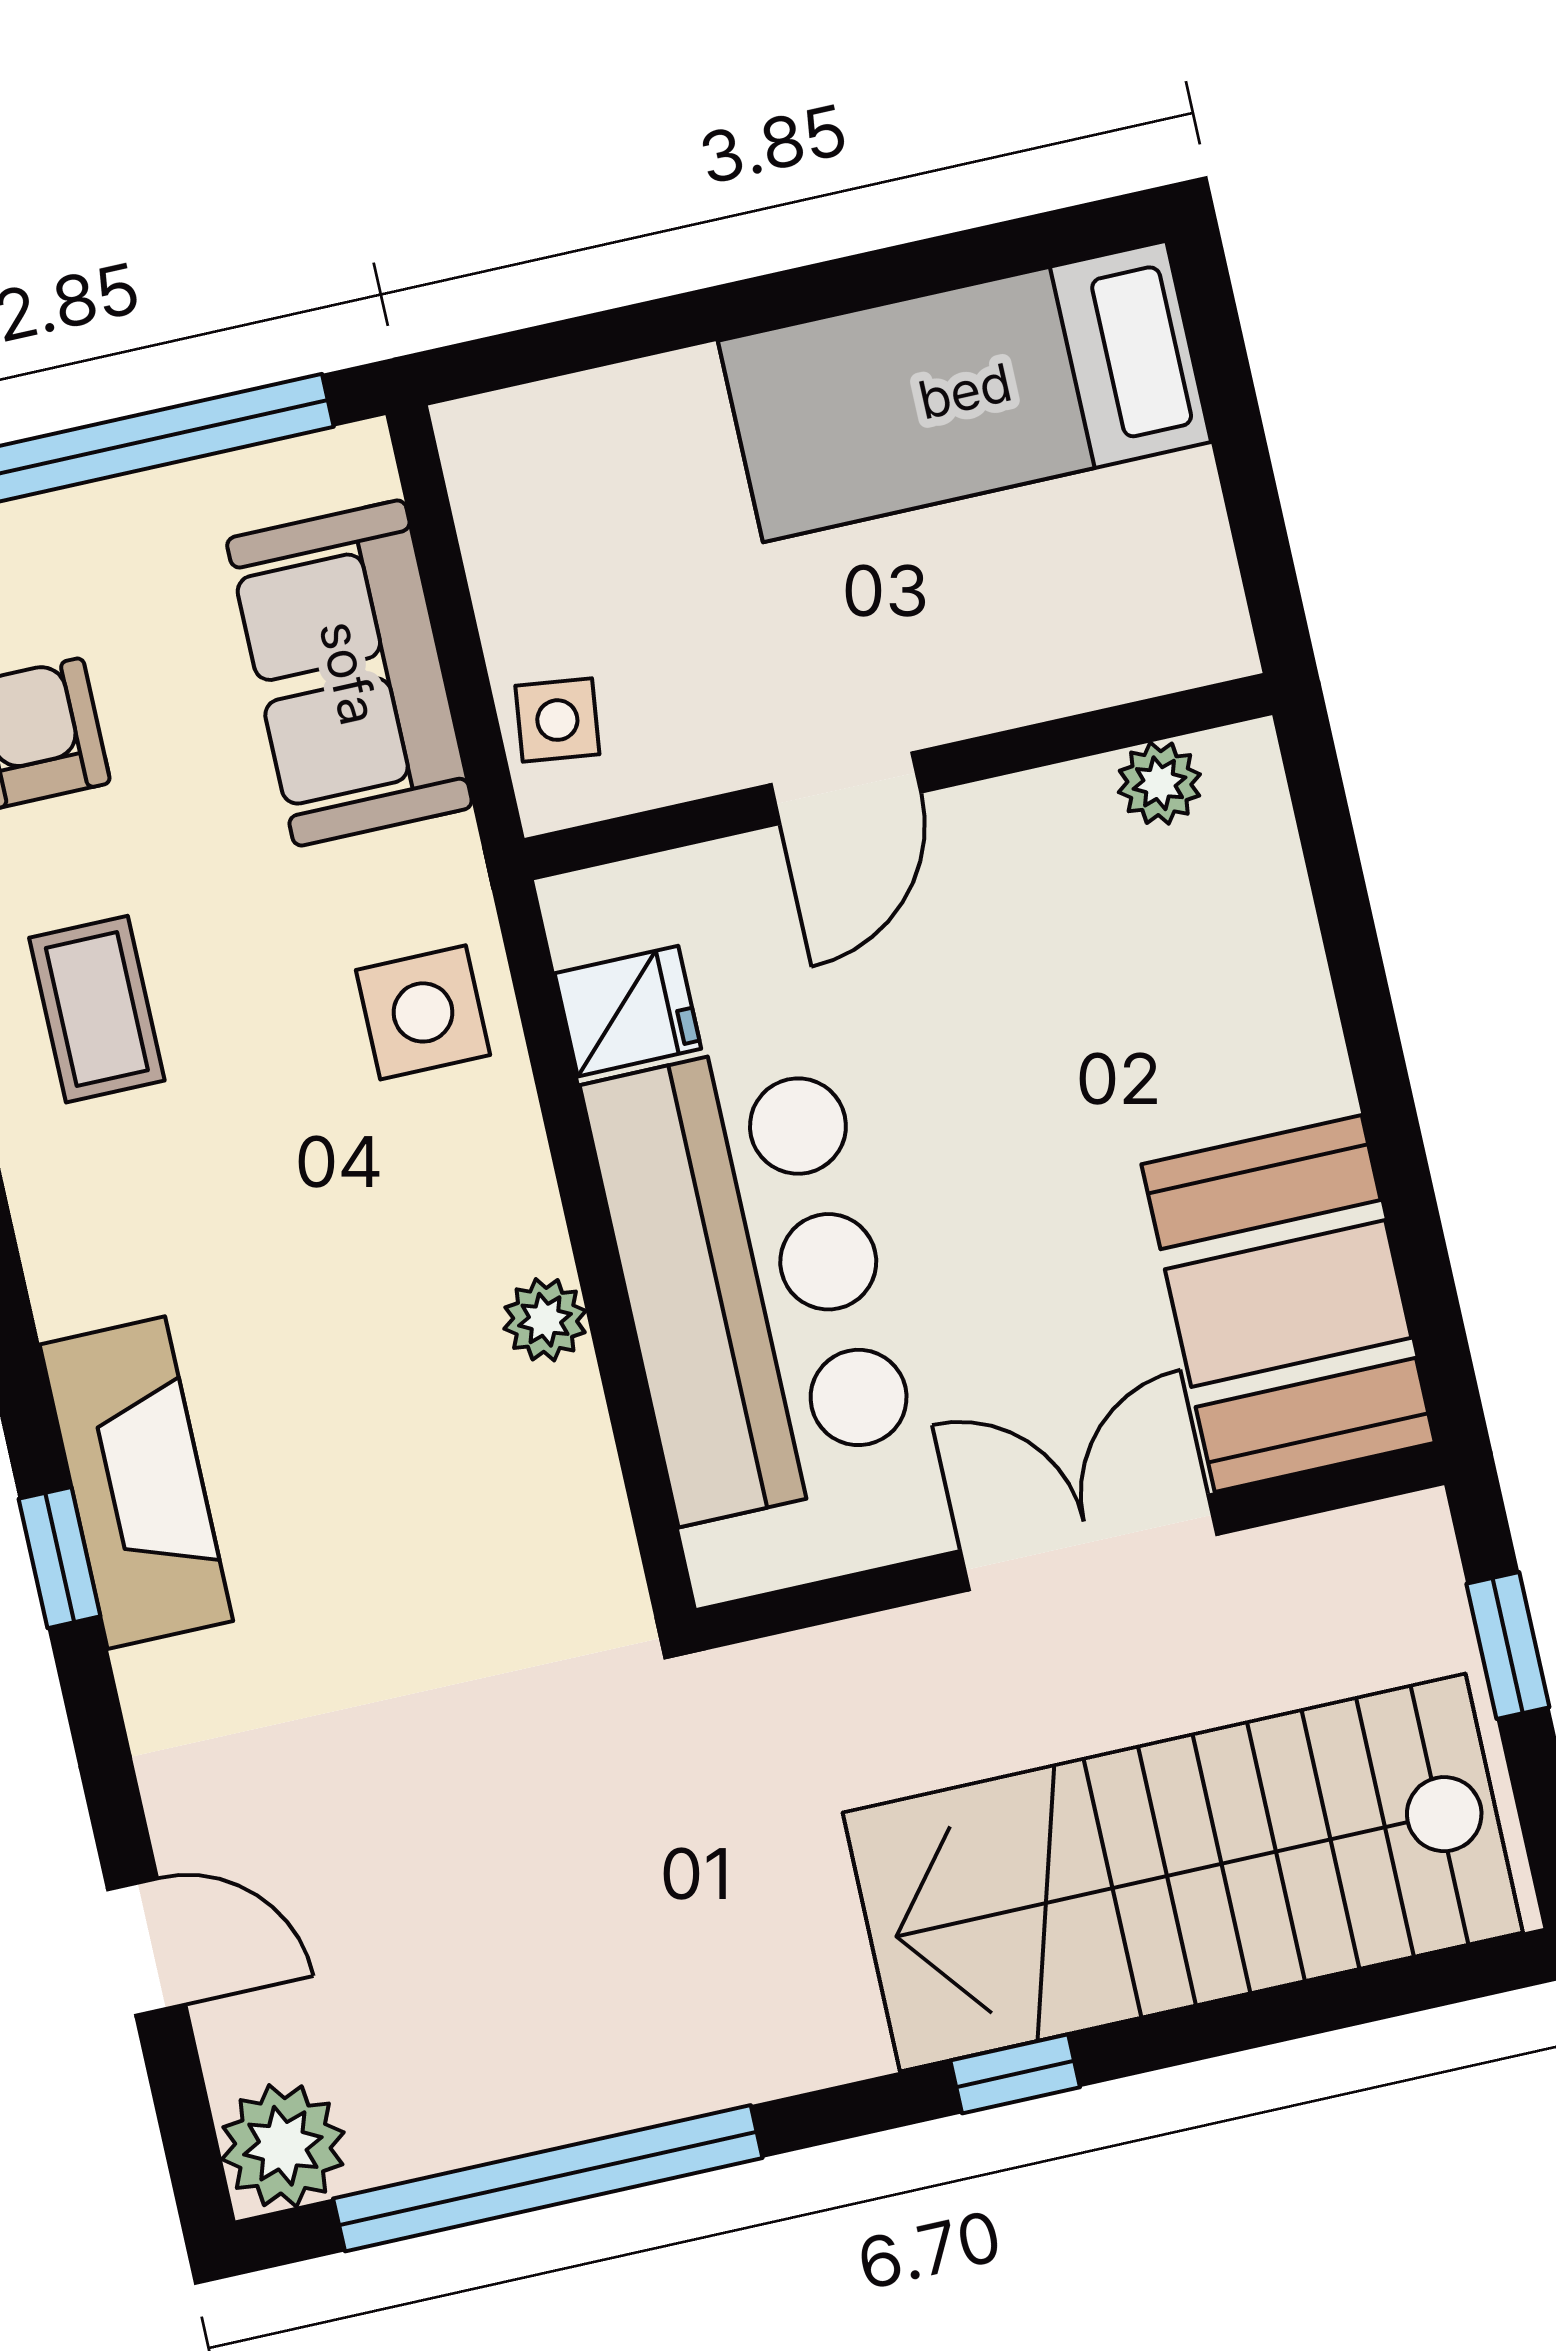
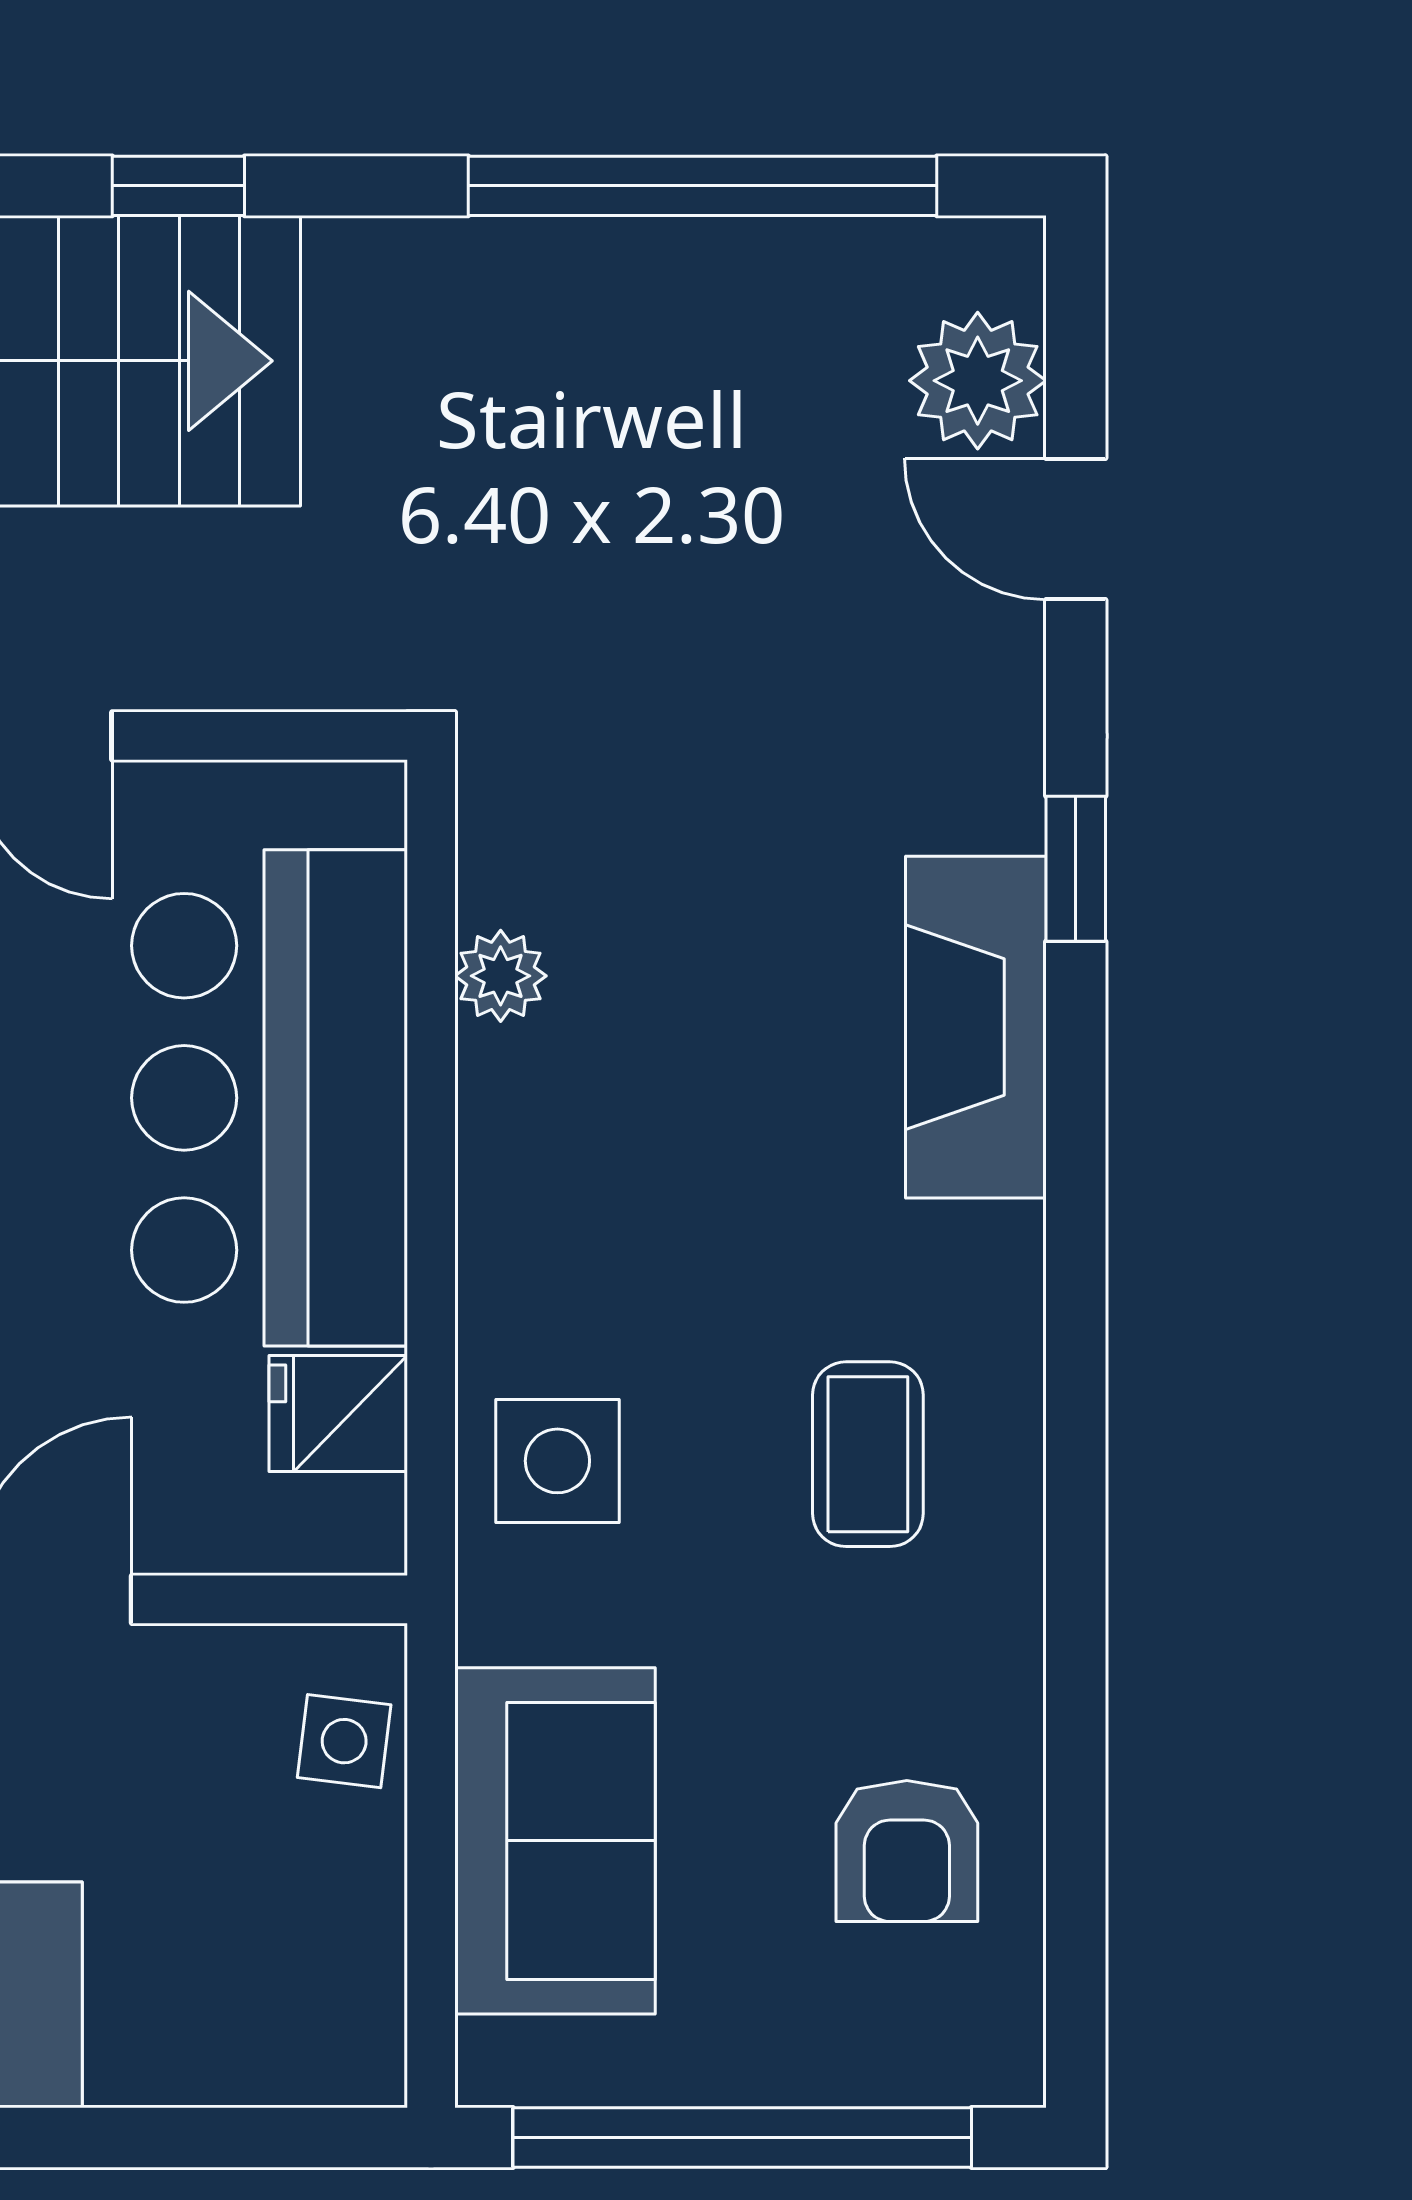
coffee table: (97, 1009) -> (868, 1454), moved
plant: (545, 1320) -> (501, 976), moved
window: (60, 1558) -> (1076, 869), moved
plant: (283, 2146) -> (978, 381), moved

